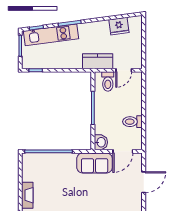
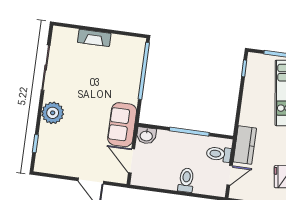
door: (124, 70) -> (230, 175), swing flipped
toilet: (132, 122) -> (186, 180), moved

